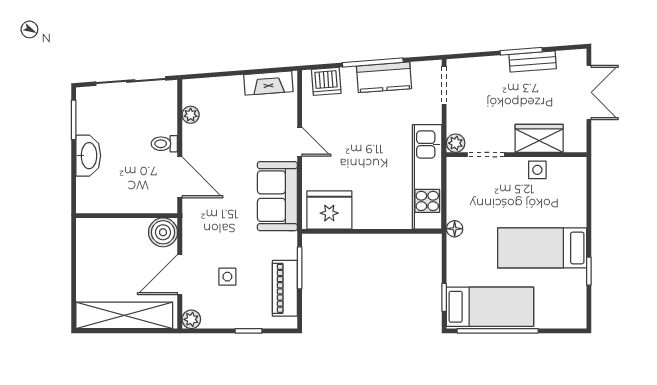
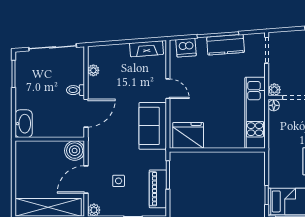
washbasin: (88, 156) -> (24, 124), moved
door: (180, 177) -> (86, 113), hinge flipped
floor lamp: (455, 229) -> (274, 105), moved

